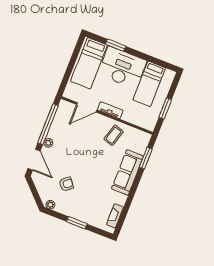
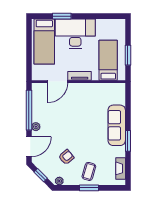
bed: (149, 84) -> (108, 60), moved, turned 180
coffee table: (114, 135) -> (89, 171), moved
window: (146, 158) -> (128, 141), moved
door: (34, 160) -> (29, 147), hinge flipped
window: (34, 192) -> (41, 175), added

